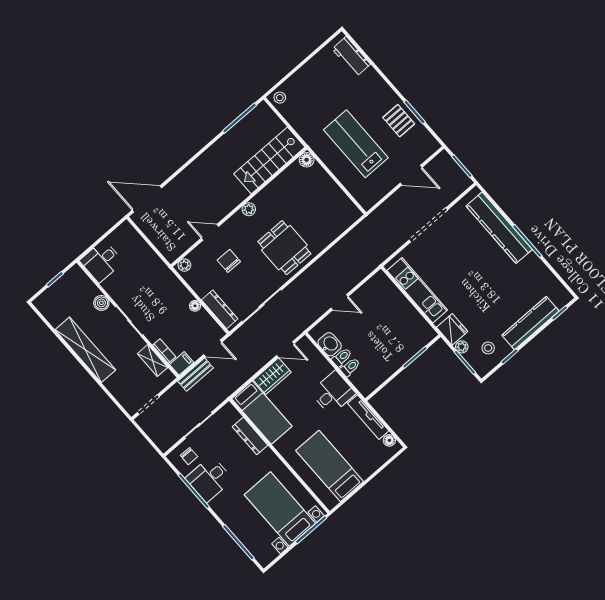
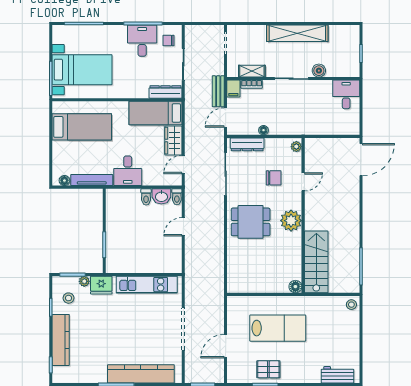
plant: (249, 209) -> (291, 221), width x1.87, depth x1.87
toilet: (350, 367) -> (177, 197), moved
dresser: (250, 436) -> (166, 92), moved

